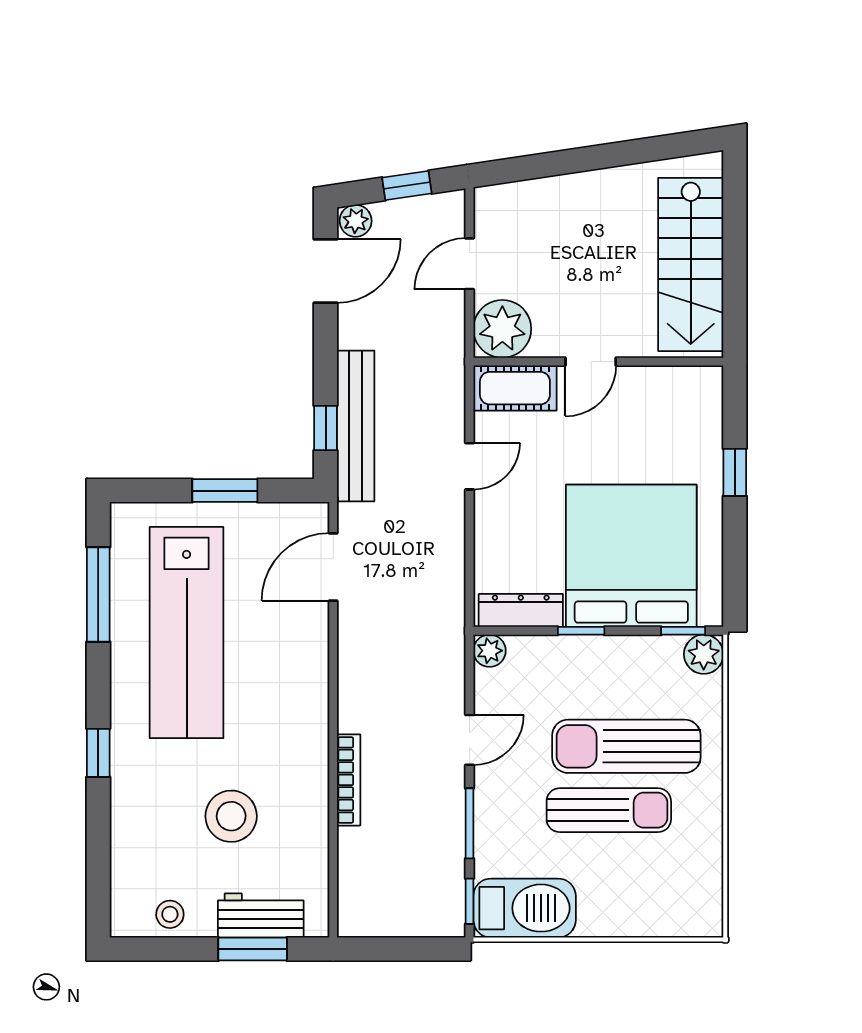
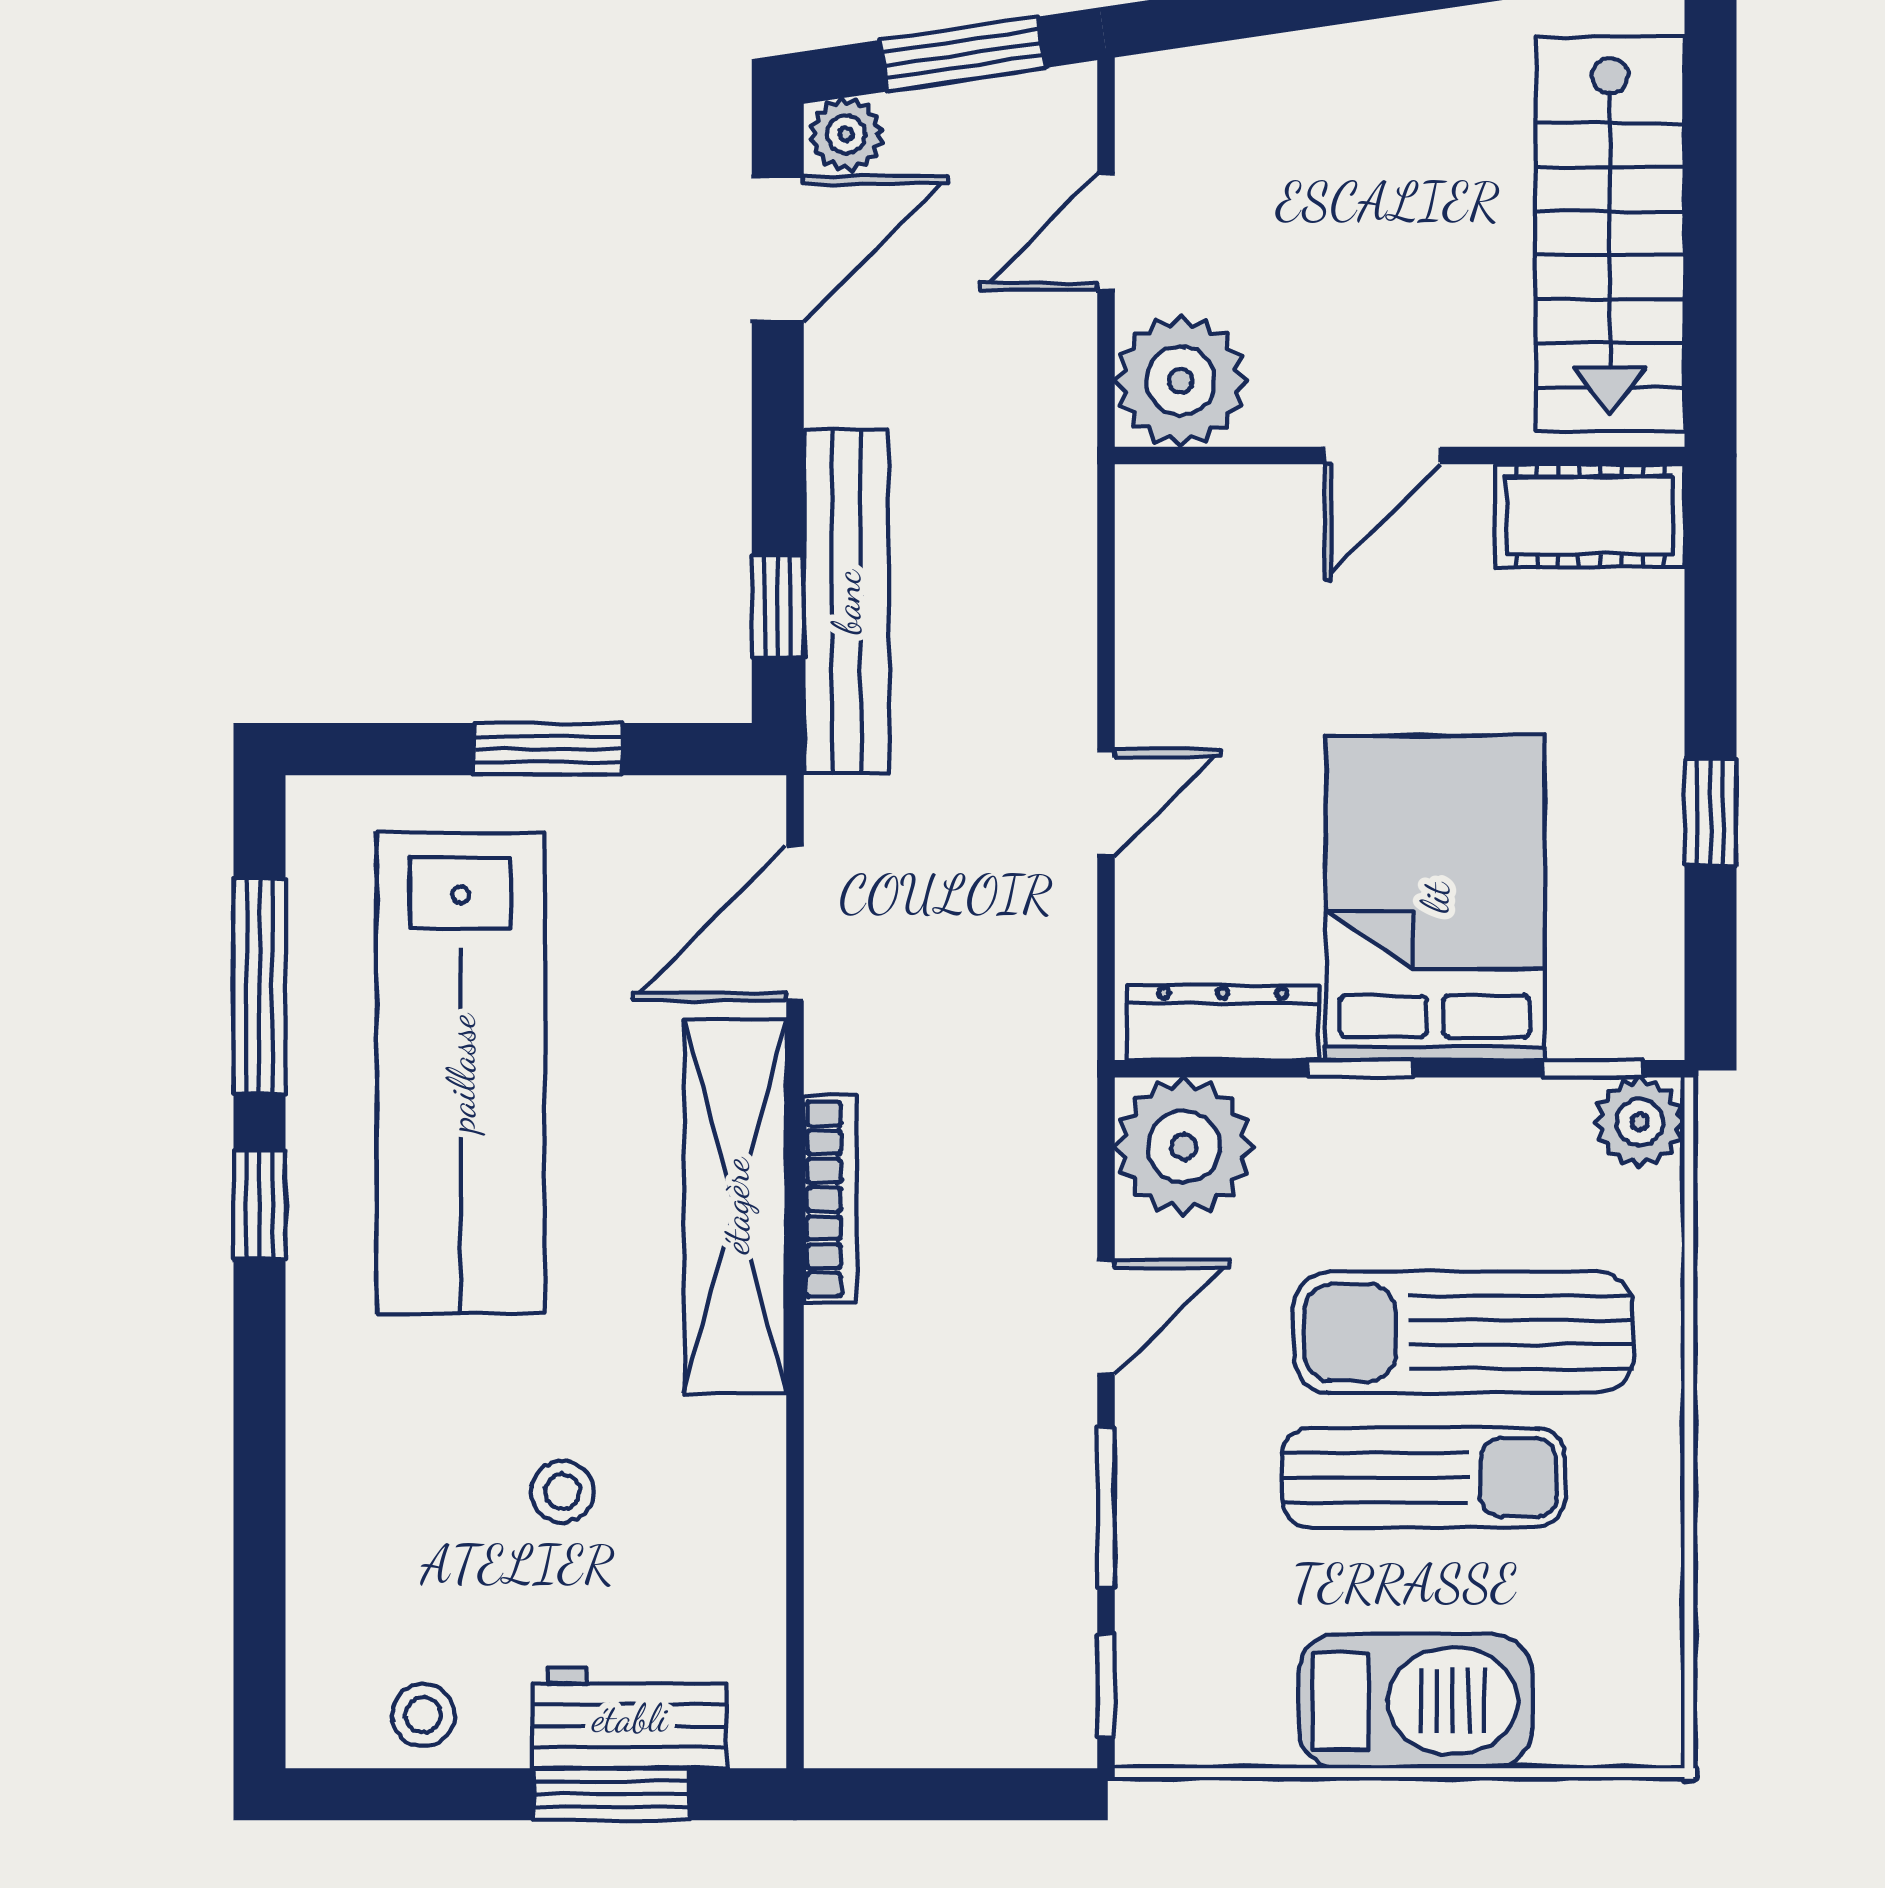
window: (407, 186) -> (963, 54), width x1.50
cot: (515, 388) -> (1590, 516), moved
door: (470, 466) -> (1106, 803), moved
window: (735, 472) -> (1711, 812), moved
bed: (631, 556) -> (1435, 898), width x0.73
plant: (490, 651) -> (1184, 1147), width x1.88, depth x1.88
shelving: (307, 691) -> (735, 1206), added
window: (98, 753) -> (259, 1205), moved
bookcase: (349, 780) -> (830, 1199), moved
stool: (231, 816) -> (562, 1491), width x0.53, depth x0.53
barbecue: (525, 908) -> (1415, 1701), moved

